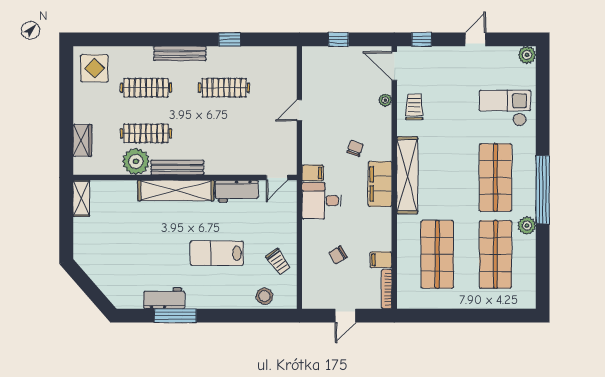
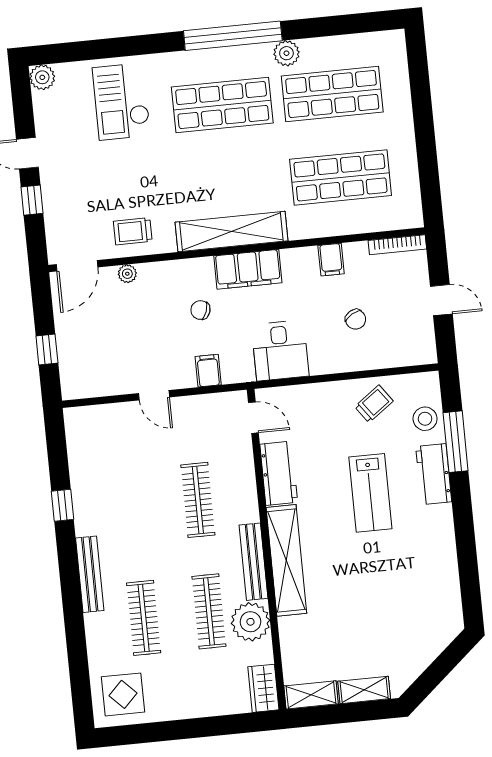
window: (422, 39) -> (32, 200), moved
clothes rail: (224, 88) -> (198, 500), moved
wardrobe: (82, 140) -> (263, 688), moved, turned -90
filing cabinet: (313, 173) -> (208, 371), moved
shelving: (81, 235) -> (364, 690), added
filing cabinet: (381, 260) -> (331, 260), moved
workbench: (164, 298) -> (434, 474), moved
window: (175, 316) -> (456, 442), moved

